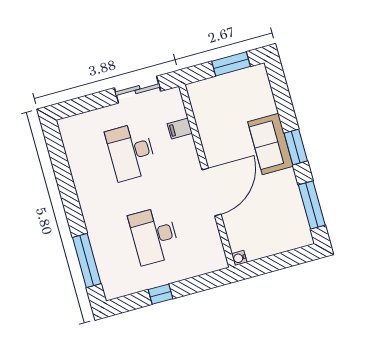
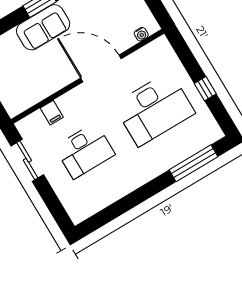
desk: (154, 236) -> (154, 109), width x1.36, depth x1.30
water cooler: (239, 258) -> (141, 34), moved

